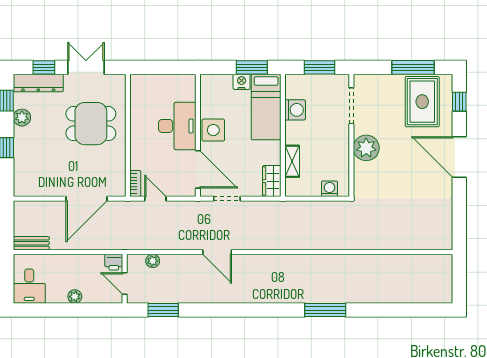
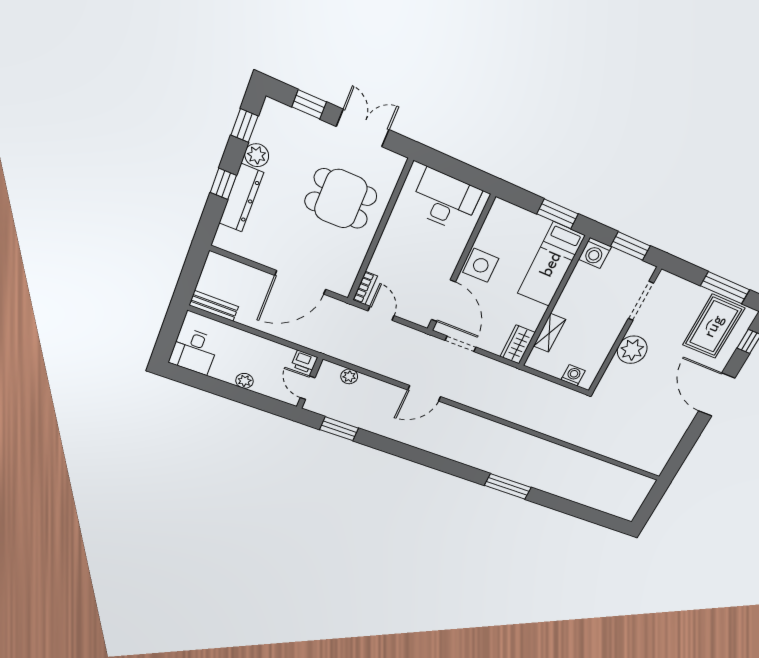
nightstand: (242, 82) -> (538, 225), removed
dresser: (38, 83) -> (241, 198), moved, turned -90
washing machine: (295, 110) -> (595, 253), moved, turned 90
desk: (177, 126) -> (445, 200), moved, turned -90
door: (217, 252) -> (424, 393), hinge flipped

